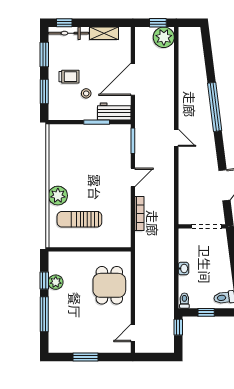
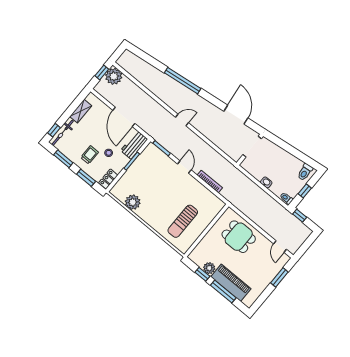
locker: (61, 114) -> (108, 179), added
plant: (58, 196) -> (133, 202), moved
piano: (59, 315) -> (231, 283), added
window: (85, 357) -> (279, 277), moved

